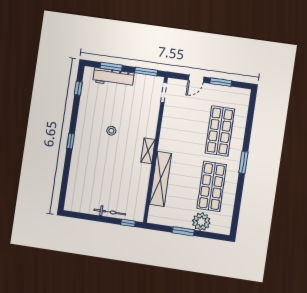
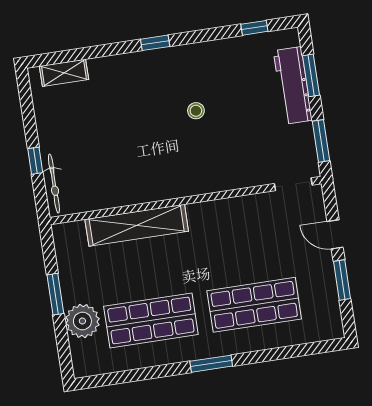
shelving: (148, 151) -> (64, 73), moved
bicycle: (110, 212) -> (54, 184), moved
window: (128, 223) -> (35, 161), moved

